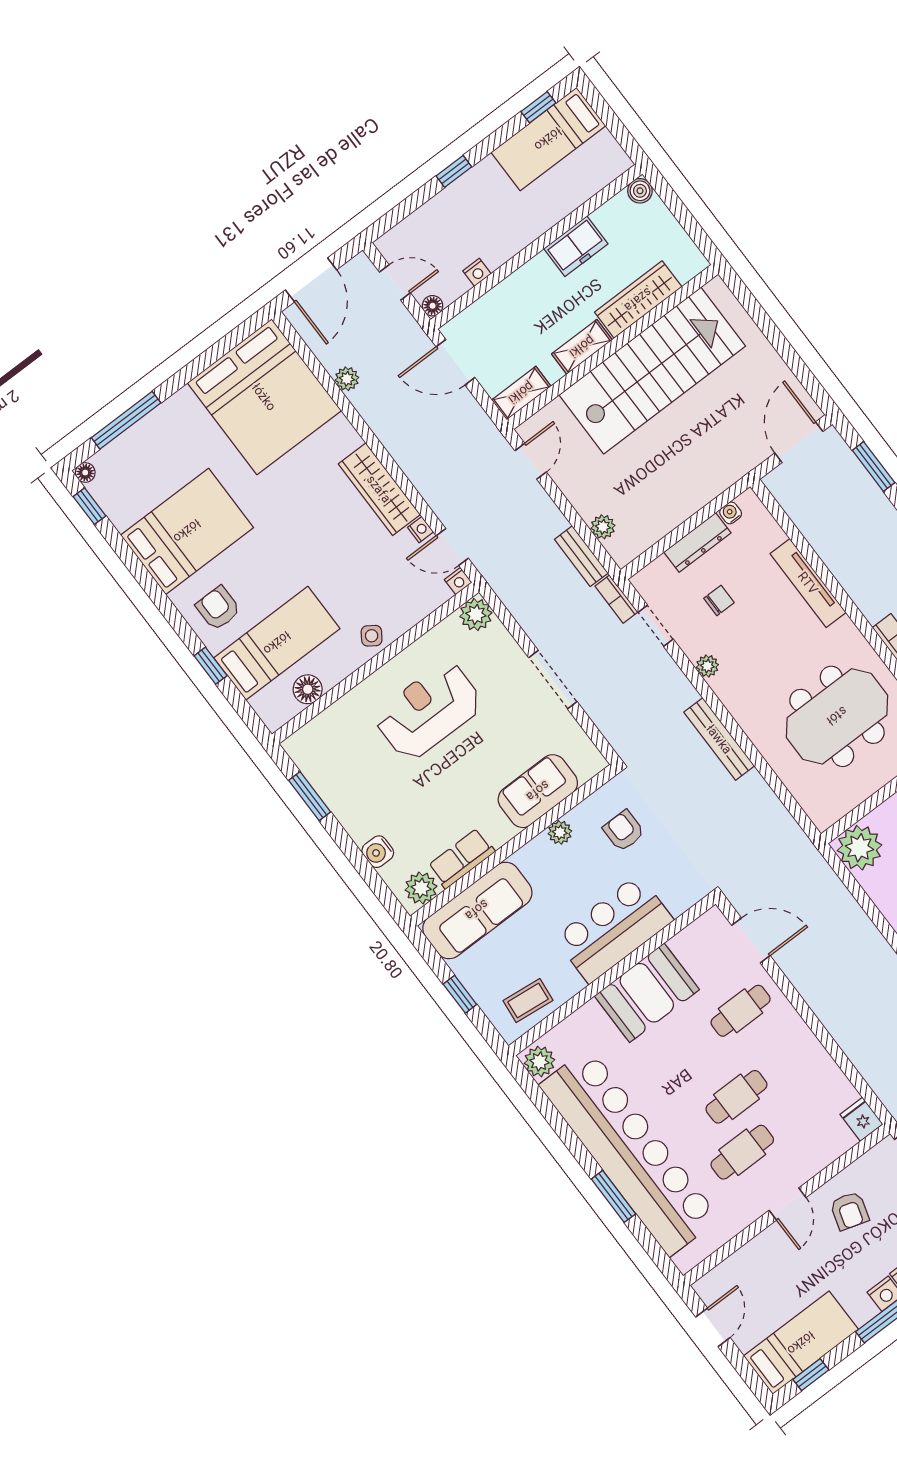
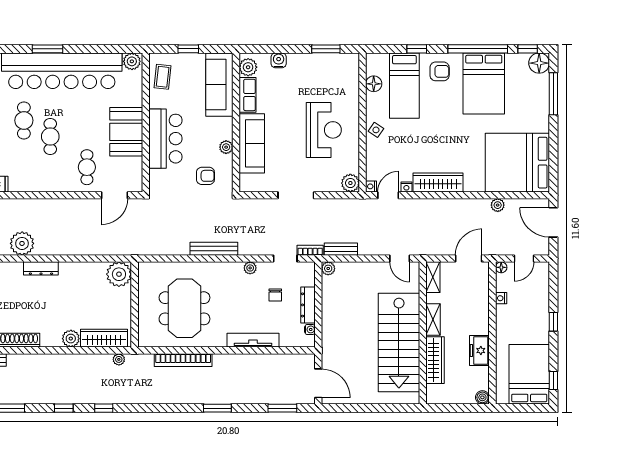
bed: (548, 139) -> (529, 374), width x1.50
floor lamp: (85, 473) -> (539, 63), width x1.89, depth x1.89
plant: (603, 527) -> (328, 268), moved
window: (144, 578) -> (478, 49), added
sofa: (538, 791) -> (252, 143), width x1.36

